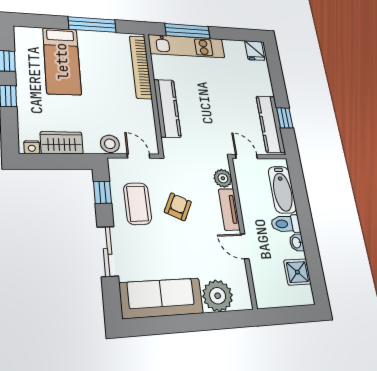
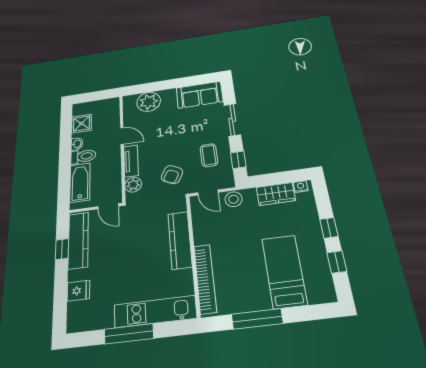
window: (188, 31) -> (129, 334), moved
fridge: (255, 51) -> (78, 291), moved, turned 90
coffee table: (137, 204) -> (209, 155), width x0.73, depth x0.77
armchair: (178, 207) -> (172, 175), moved
sofa: (161, 298) -> (200, 95), width x0.73

